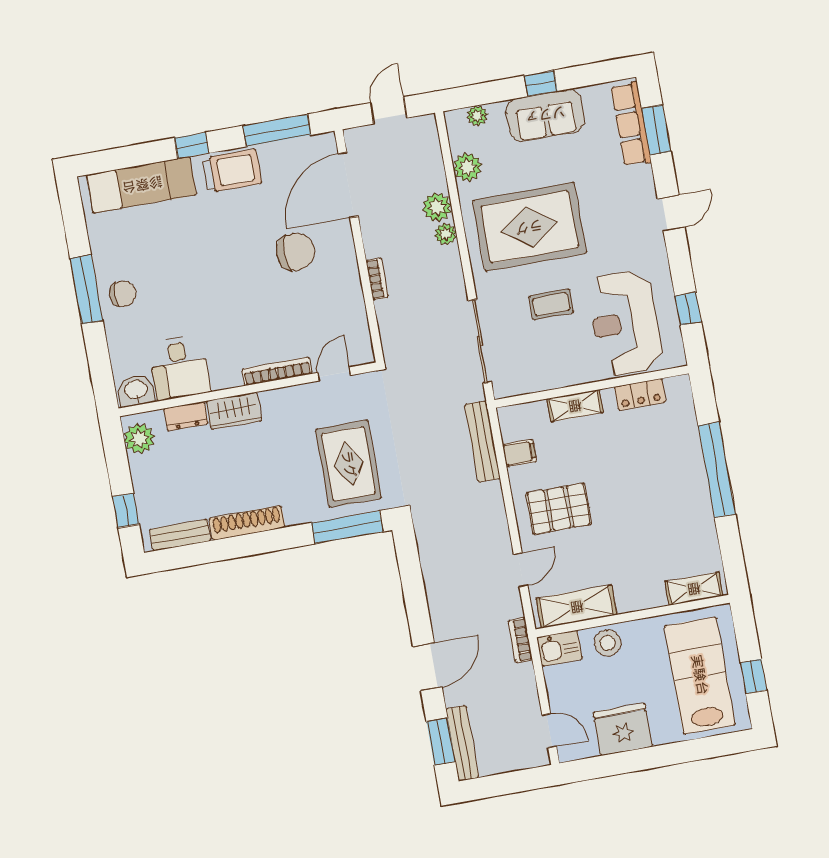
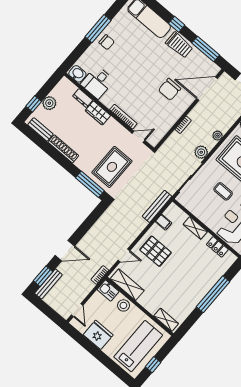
plant: (437, 207) -> (201, 152), moved
chair: (296, 252) -> (169, 89), turned 90
plant: (139, 439) -> (49, 103), moved

